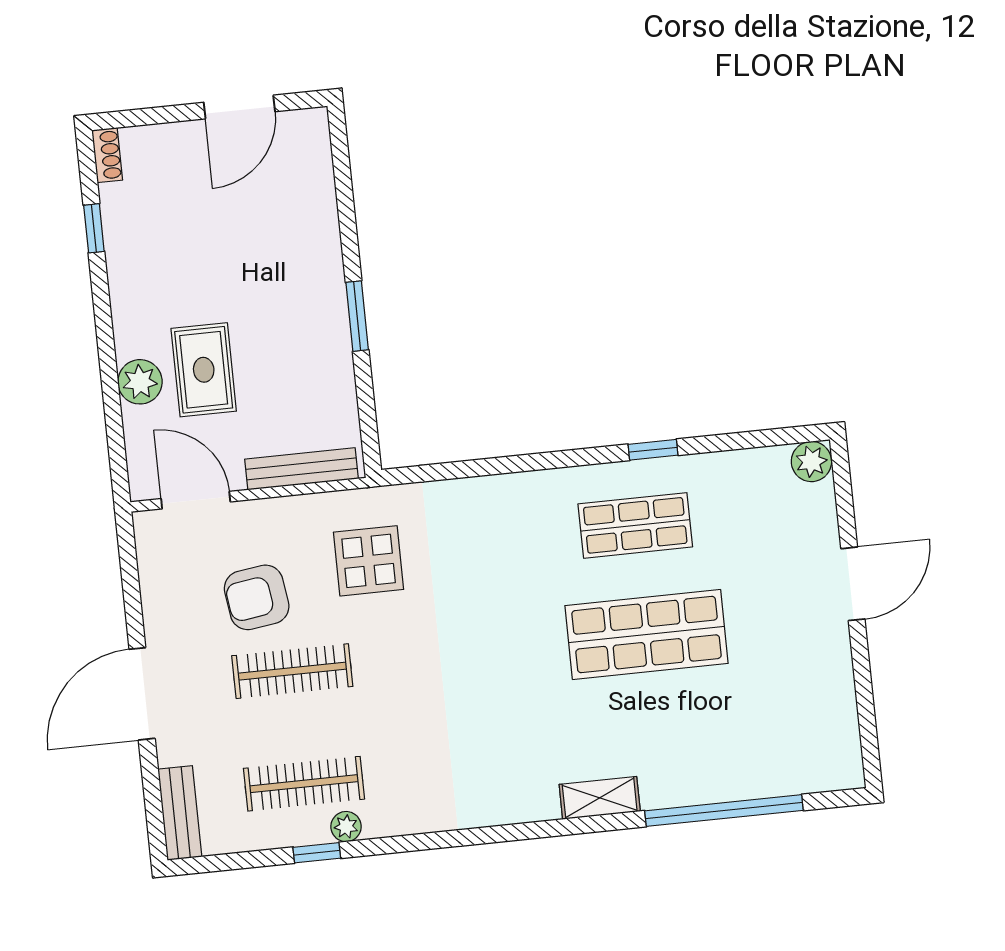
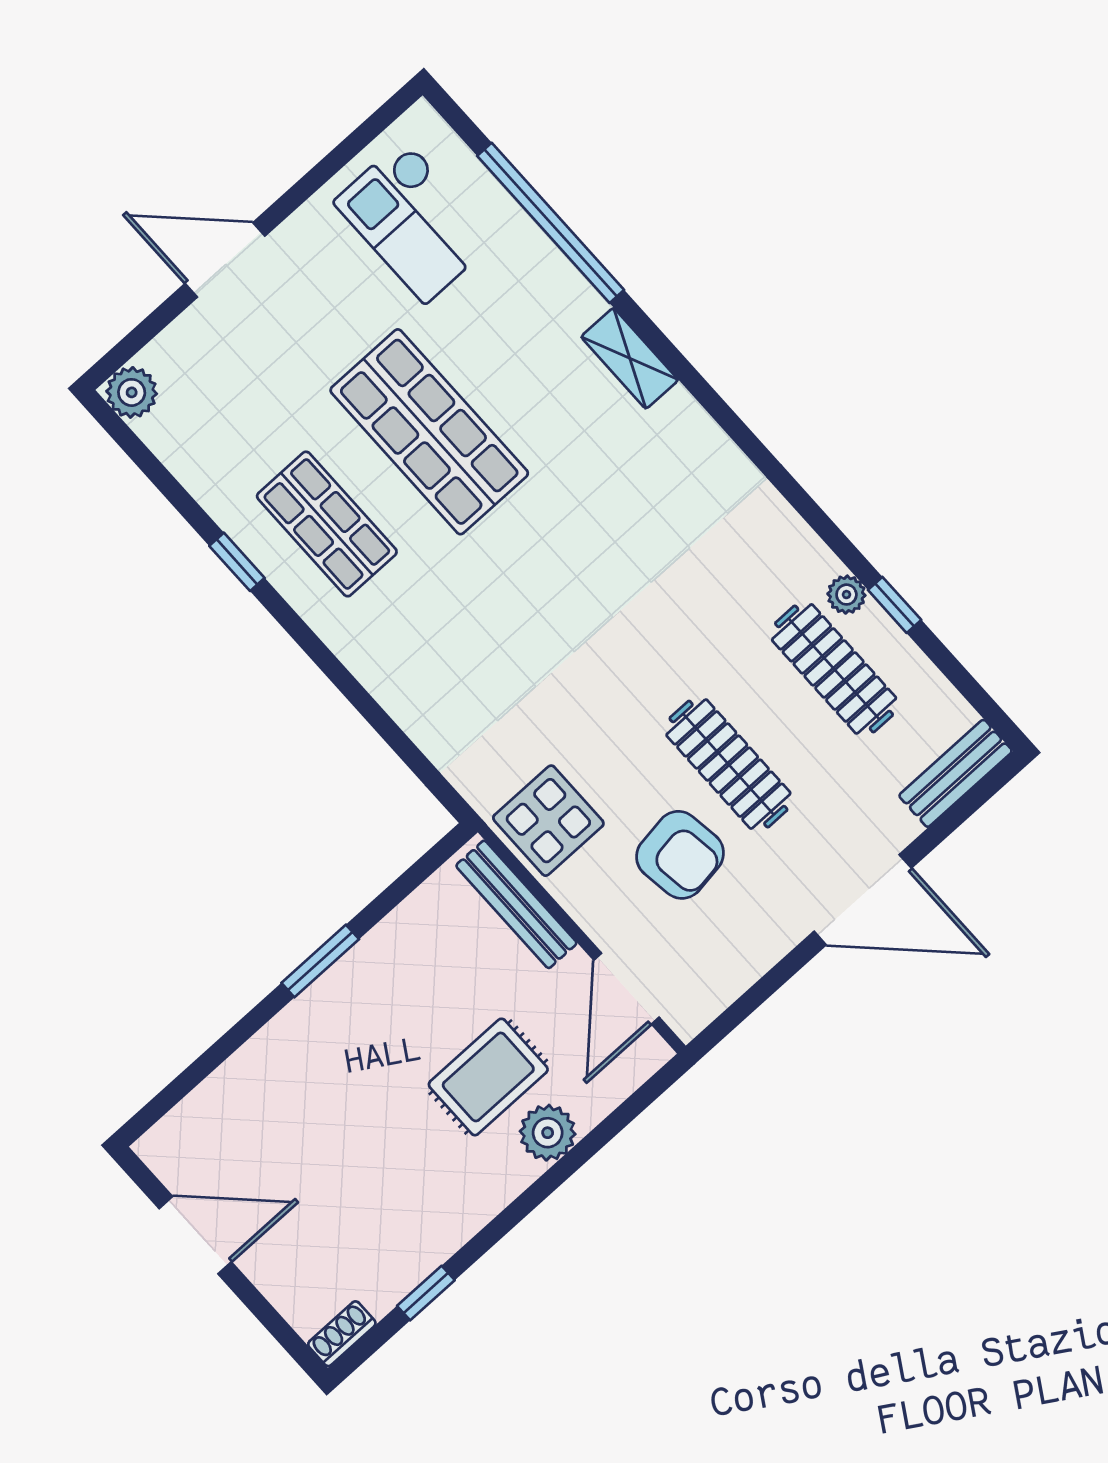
display table: (369, 561) -> (548, 821), moved
checkout: (789, 724) -> (415, 221), added

